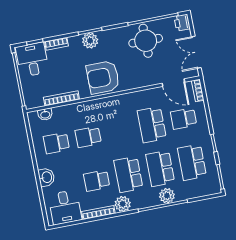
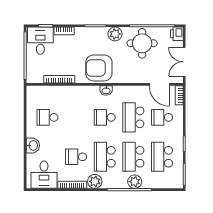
plant: (90, 41) -> (115, 34), moved
washbasin: (45, 114) -> (106, 91), moved
school desk: (88, 137) -> (105, 117), moved

